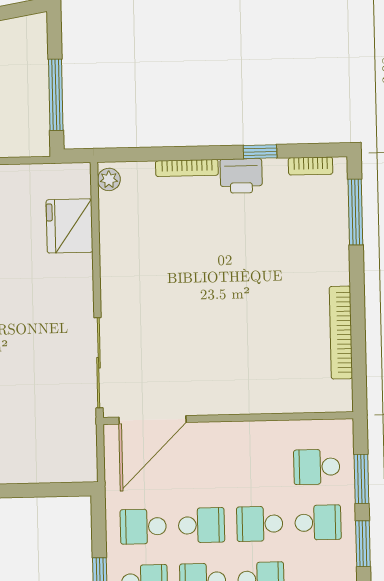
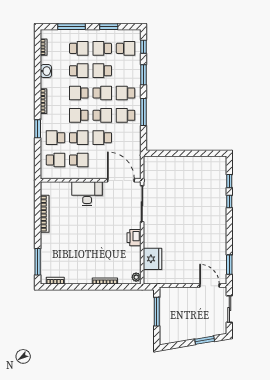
window: (260, 152) -> (75, 287), removed
printer: (241, 176) -> (134, 238), moved, turned -90
desk: (236, 385) -> (87, 194), added
door: (153, 420) -> (121, 180), hinge flipped
window: (361, 479) -> (38, 155), removed
school desk: (143, 526) -> (79, 160), moved

